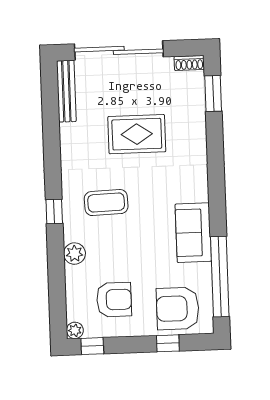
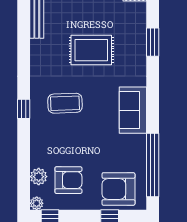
window: (213, 93) -> (153, 42), moved
sofa: (193, 233) -> (133, 110), moved
plant: (74, 254) -> (39, 177), moved

